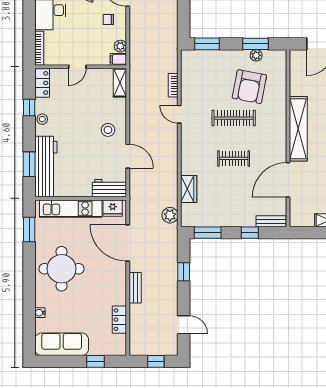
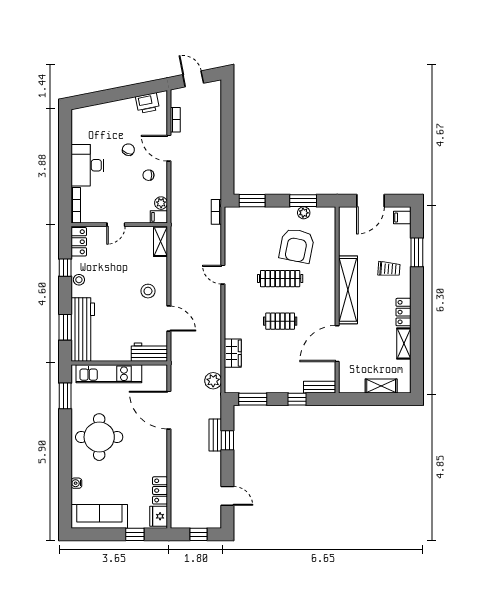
bookcase: (173, 85) -> (216, 212), moved
fridge: (113, 208) -> (159, 516), moved, turned 90
bench: (135, 288) -> (215, 435), moved

